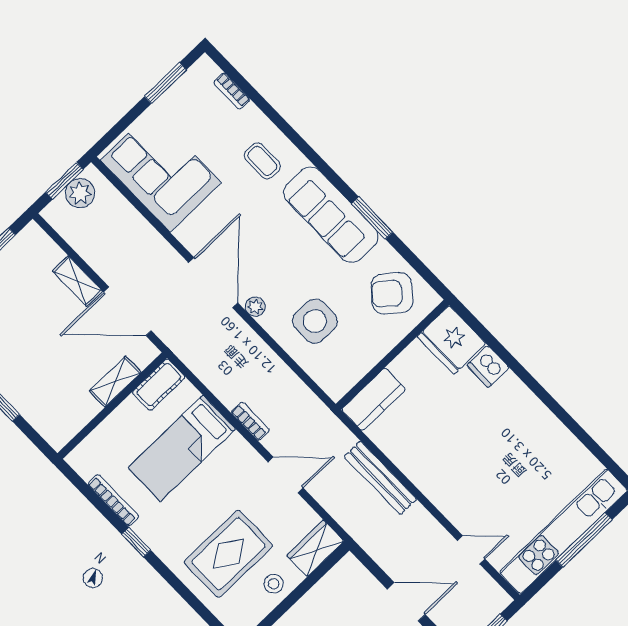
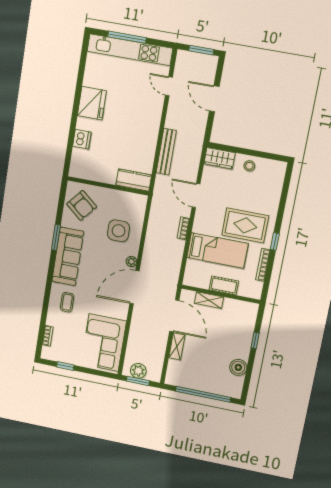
window: (166, 83) -> (65, 366), width x0.67
fridge: (452, 340) -> (92, 103), moved
cot: (159, 385) -> (224, 285), moved
rug: (228, 554) -> (245, 225), moved

